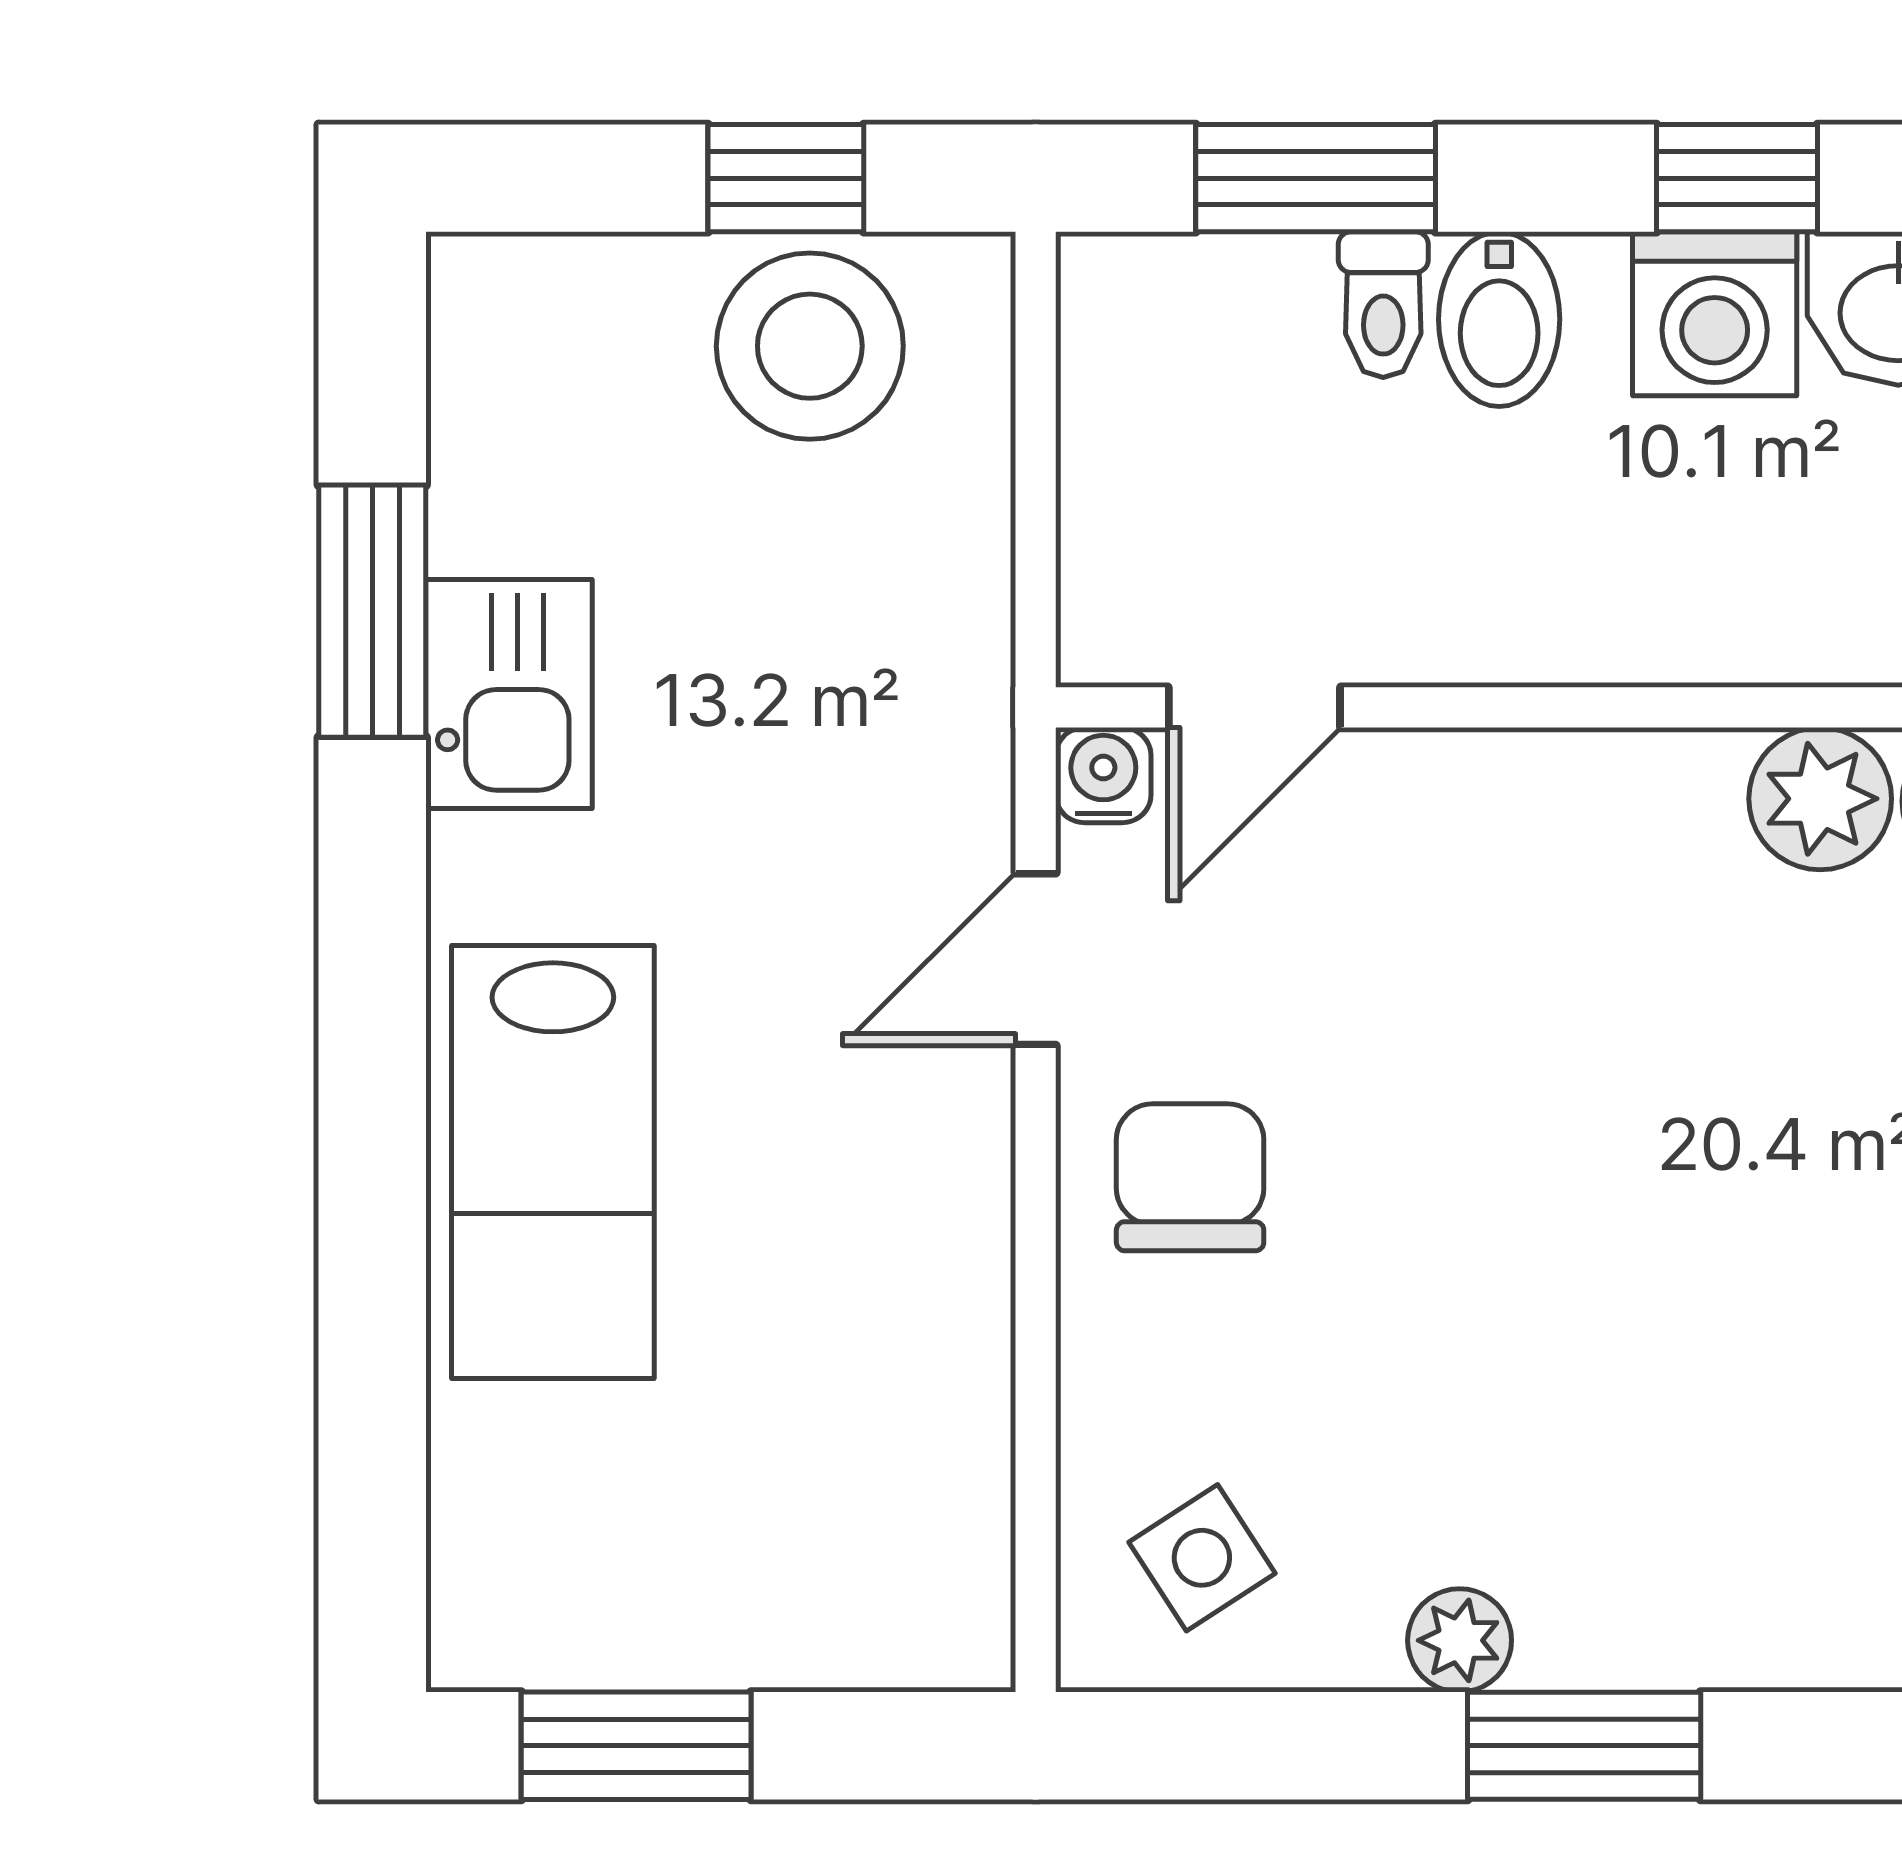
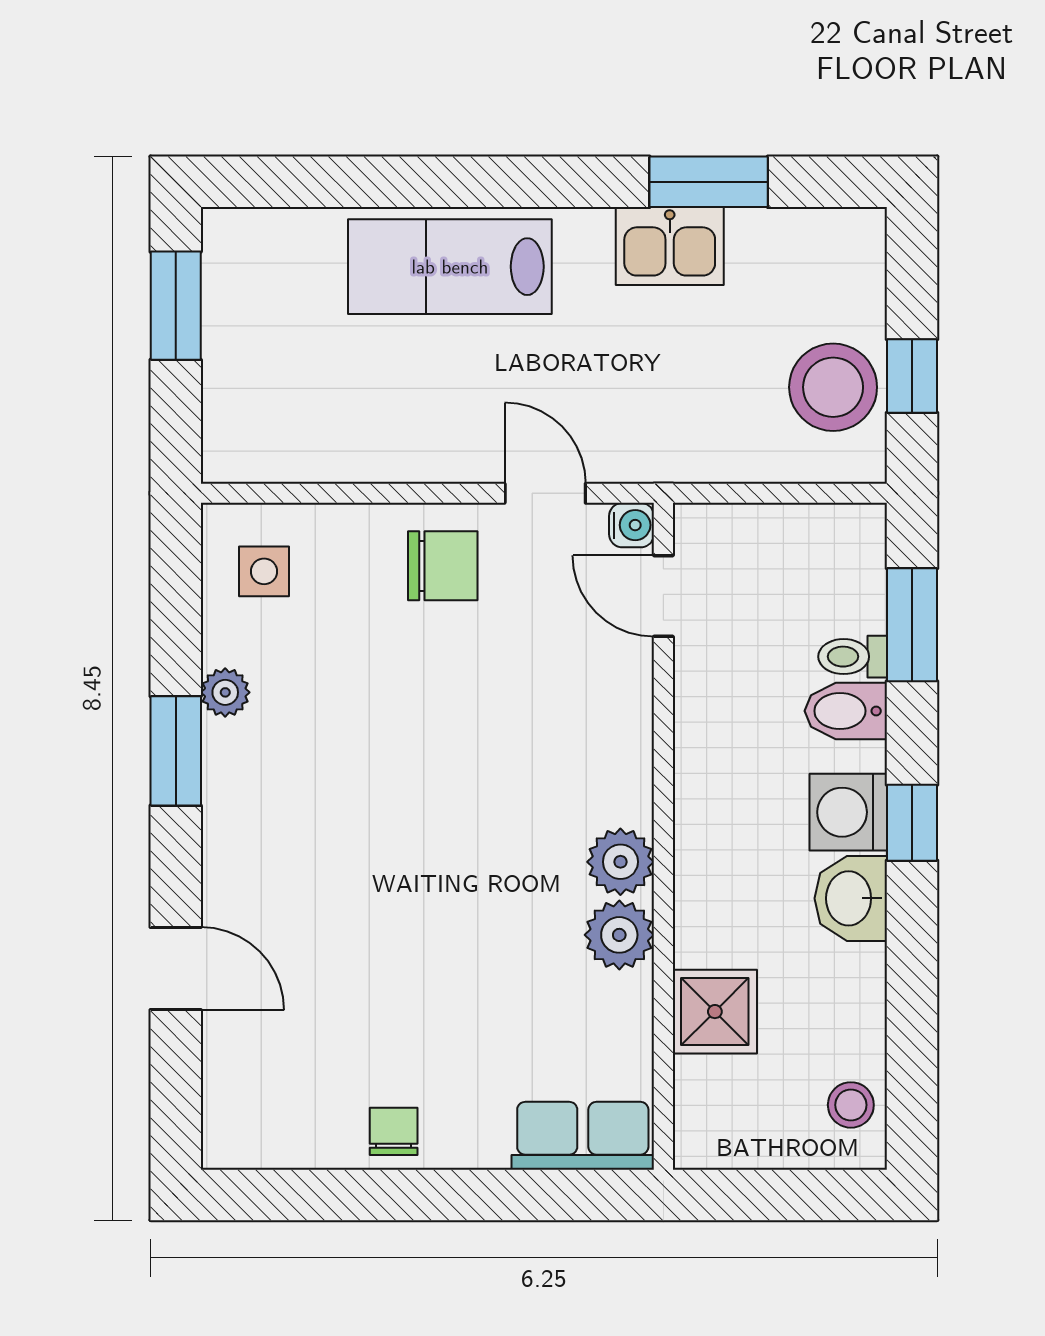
side table: (1202, 1558) -> (264, 571), turned 33

